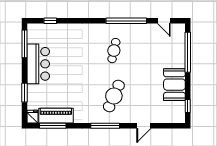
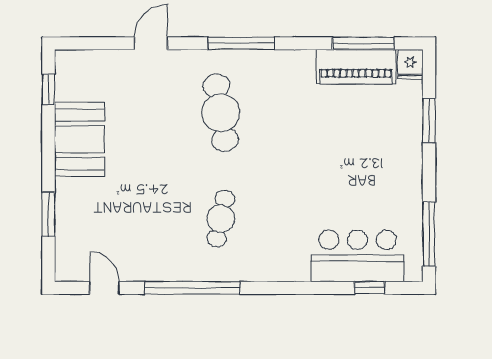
window: (188, 52) -> (48, 214), width x0.47
bar counter: (38, 64) -> (358, 256), moved, turned 90
cafe table: (114, 96) -> (221, 113), turned -33

